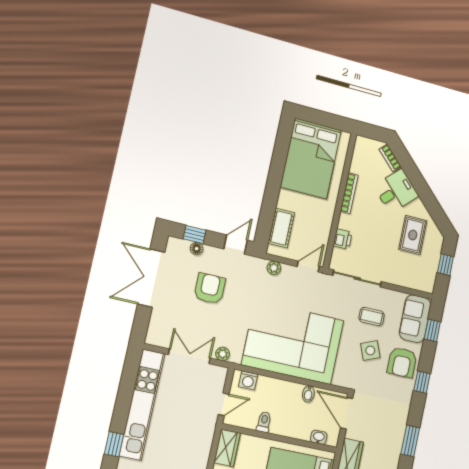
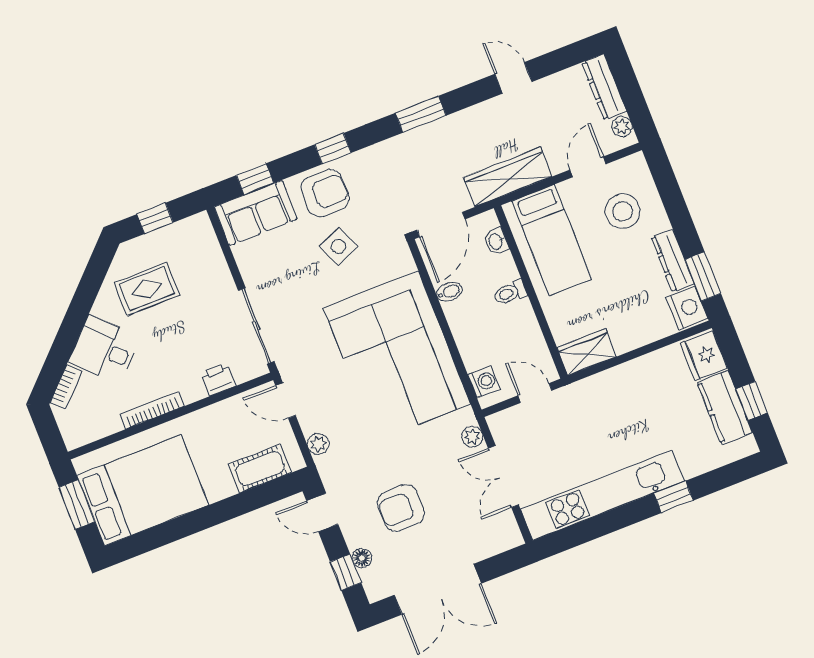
window: (326, 119) -> (77, 505), added
coffee table: (372, 317) -> (293, 274), removed
toilet: (264, 422) -> (510, 293), moved

